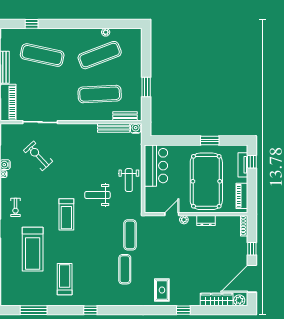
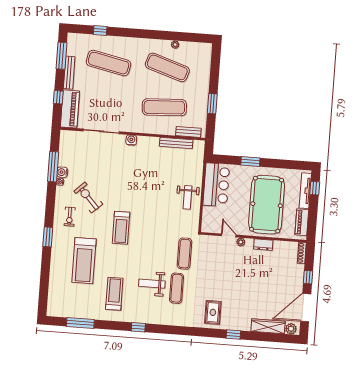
exercise mat: (100, 55) -> (167, 67), turned 39
water cooler: (136, 128) -> (131, 140), moved
window: (210, 141) -> (250, 162), moved
exercise bike: (38, 156) -> (88, 198), moved
tv unit: (243, 165) -> (305, 191), width x1.41
weight bench: (97, 195) -> (152, 284), moved
door: (172, 214) -> (229, 235), hinge flipped

